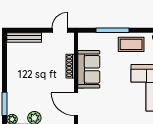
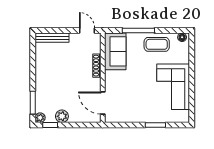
door: (60, 30) -> (87, 31), hinge flipped
sofa: (89, 69) -> (115, 51), moved

